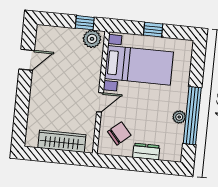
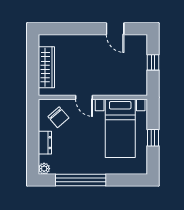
window: (85, 23) -> (153, 62), moved
plant: (92, 39) -> (139, 85), removed
plant: (179, 117) -> (44, 169), moved

